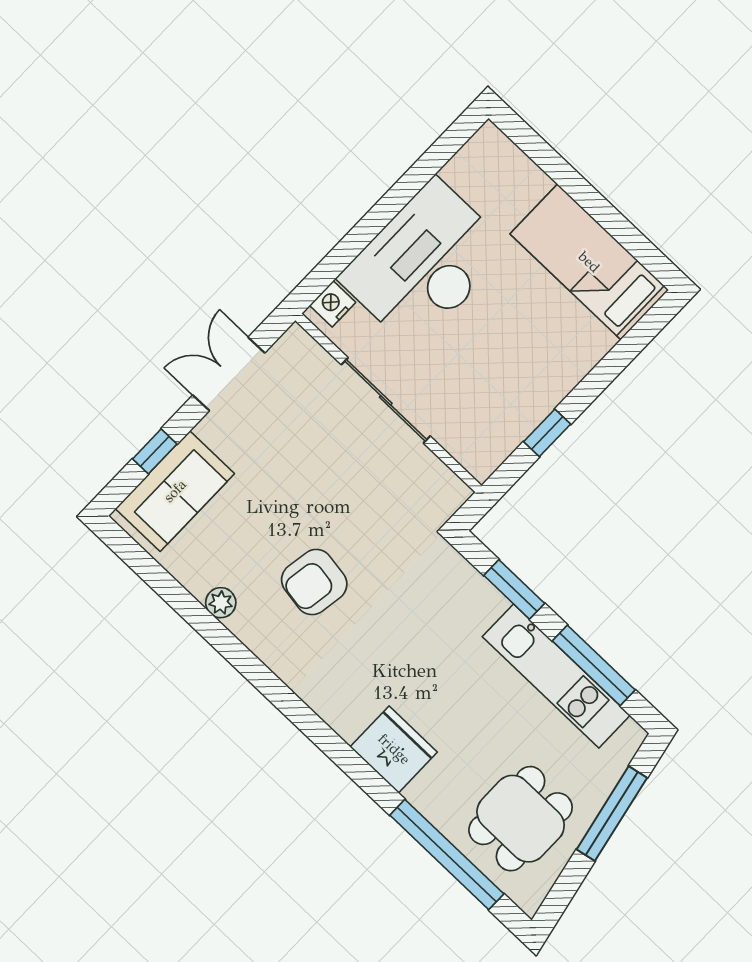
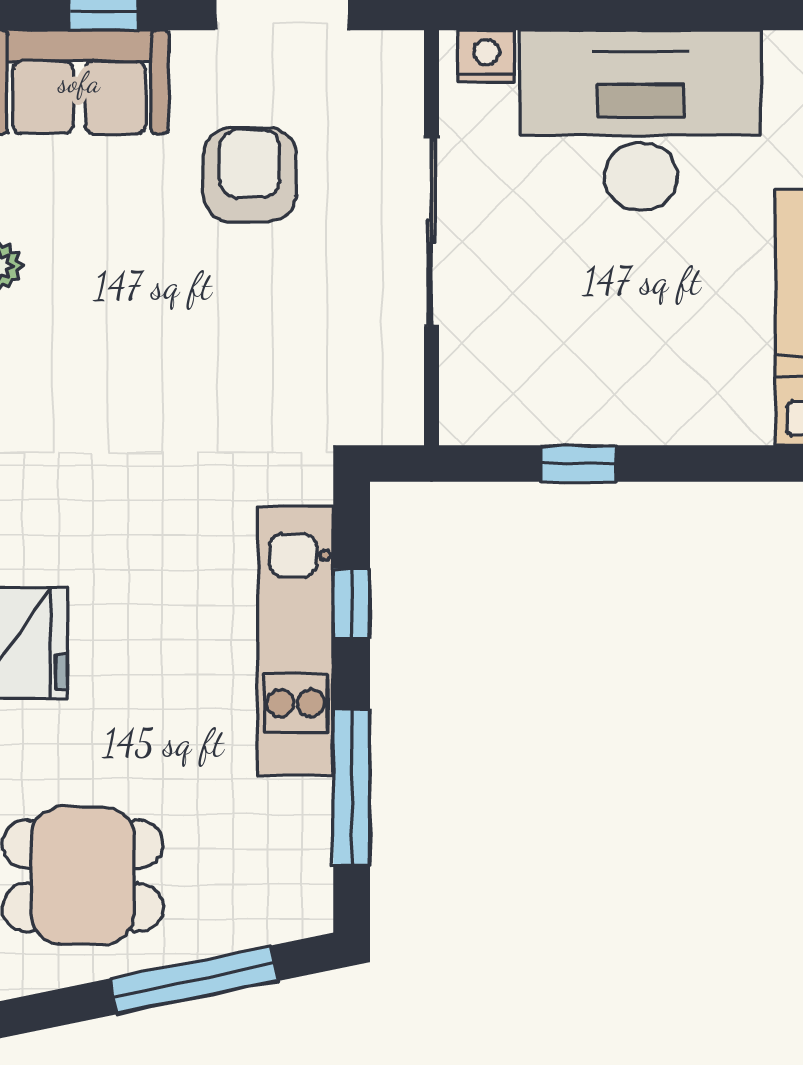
armchair: (314, 582) -> (250, 175), moved, turned 81
window: (514, 589) -> (352, 604), width x0.67
kitchen unit: (556, 676) -> (296, 641), moved

